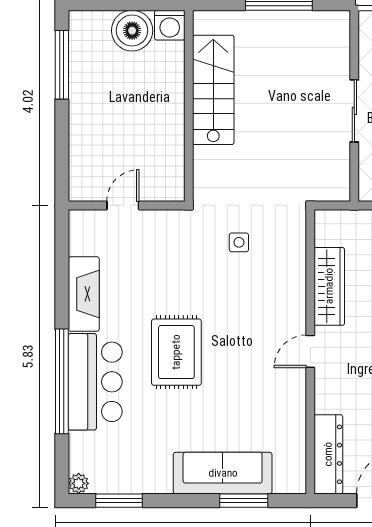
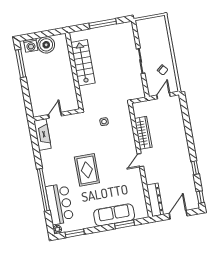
washing machine: (170, 25) -> (31, 45), moved
fireplace: (84, 294) -> (42, 135), moved
bar counter: (95, 382) -> (60, 204), moved

